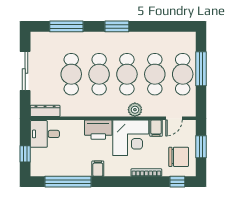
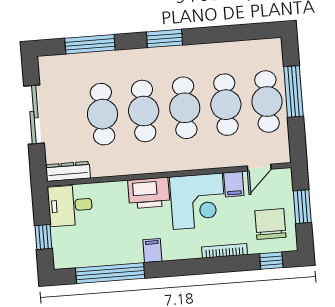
plant: (135, 110) -> (201, 159), removed
chair: (179, 157) -> (270, 224), turned -90

